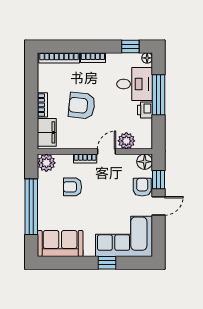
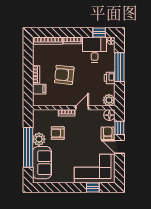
desk: (135, 84) -> (95, 50), moved, turned -90
filing cabinet: (47, 132) -> (39, 89), width x0.50
plant: (126, 141) -> (109, 100), moved
plant: (46, 163) -> (39, 139), moved
door: (159, 206) -> (119, 147), swing flipped
sofa: (60, 243) -> (42, 163), moved, turned 90
window: (107, 263) -> (93, 187), moved

